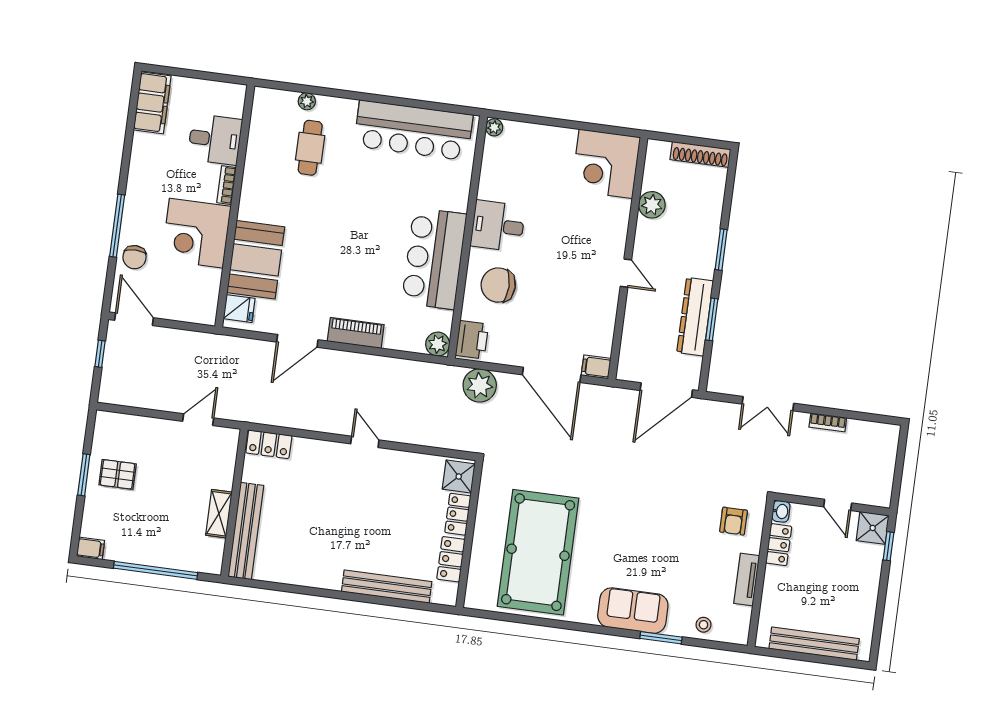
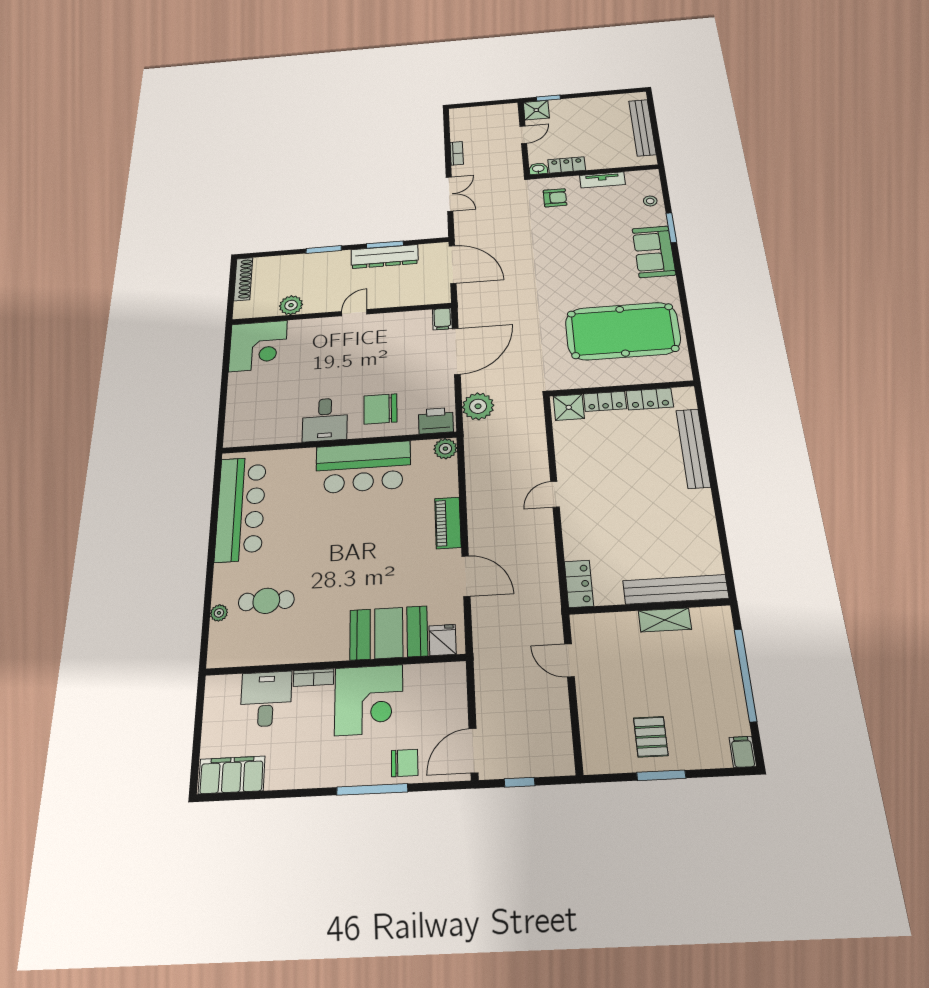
plant: (494, 127) -> (232, 440), removed
chair: (498, 285) -> (380, 409), turned 90

